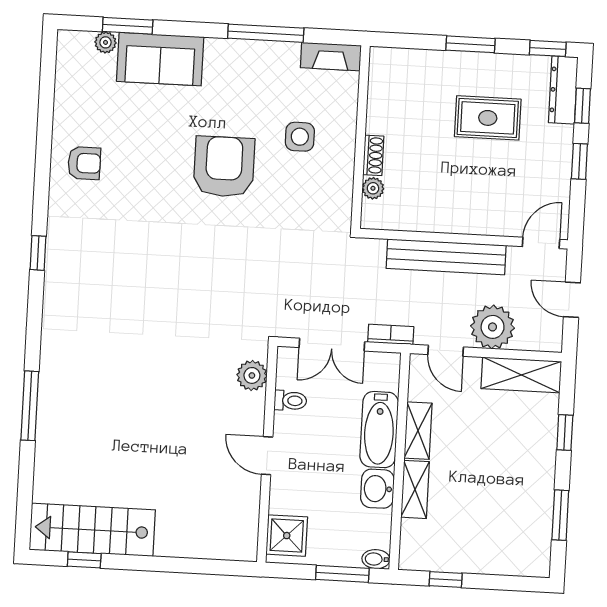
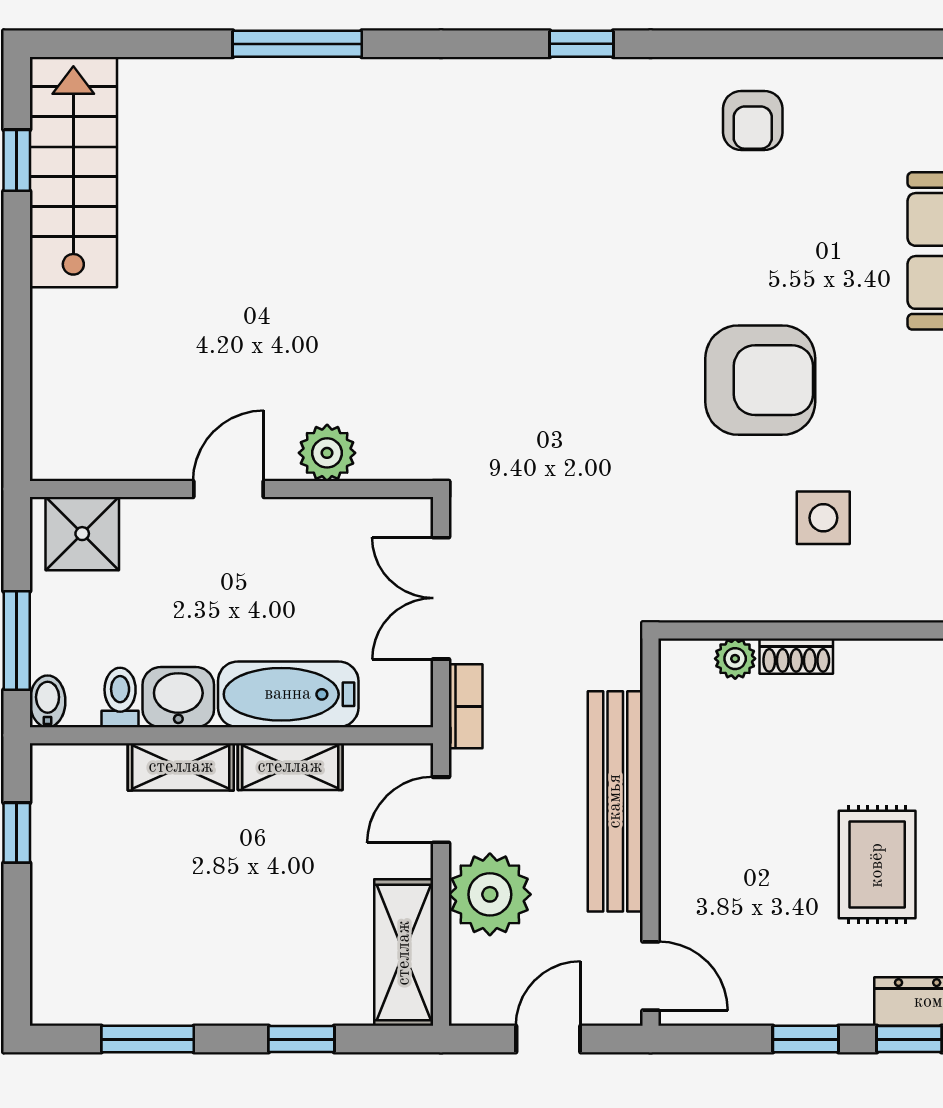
plant: (252, 375) -> (327, 453), moved
toilet: (290, 401) -> (120, 697), moved, turned 180

